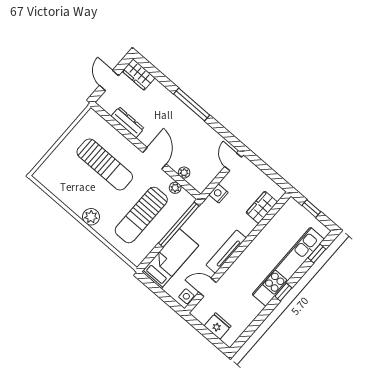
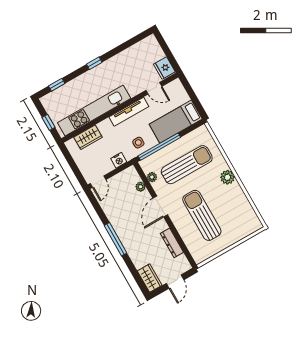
kitchen unit: (288, 267) -> (94, 111), moved, turned 180
side table: (186, 296) -> (138, 143), moved
fridge: (218, 326) -> (164, 68), moved

